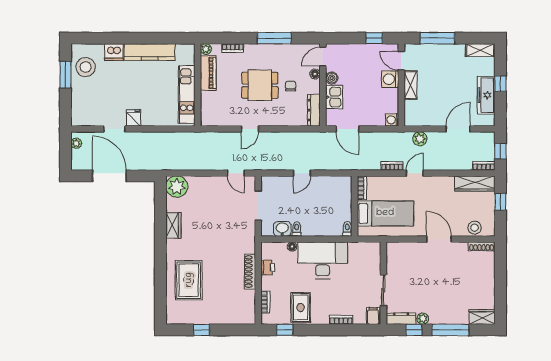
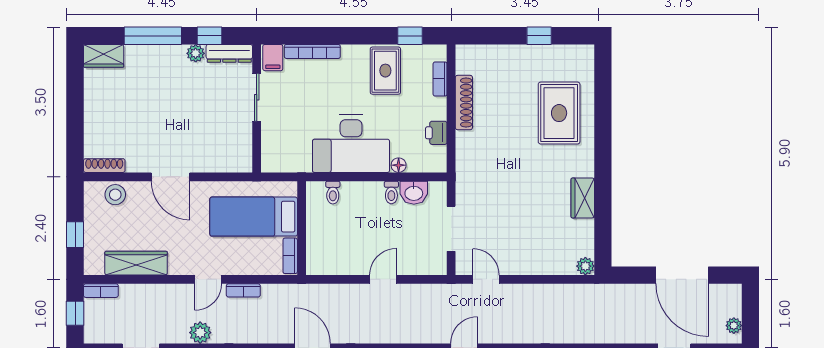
wardrobe: (475, 184) -> (136, 263), moved
plant: (177, 187) -> (585, 266), width x0.53, depth x0.53
toilet: (347, 229) -> (333, 193), moved
shoe rack: (250, 272) -> (464, 103), moved
bookcase: (341, 320) -> (312, 51), width x1.56

